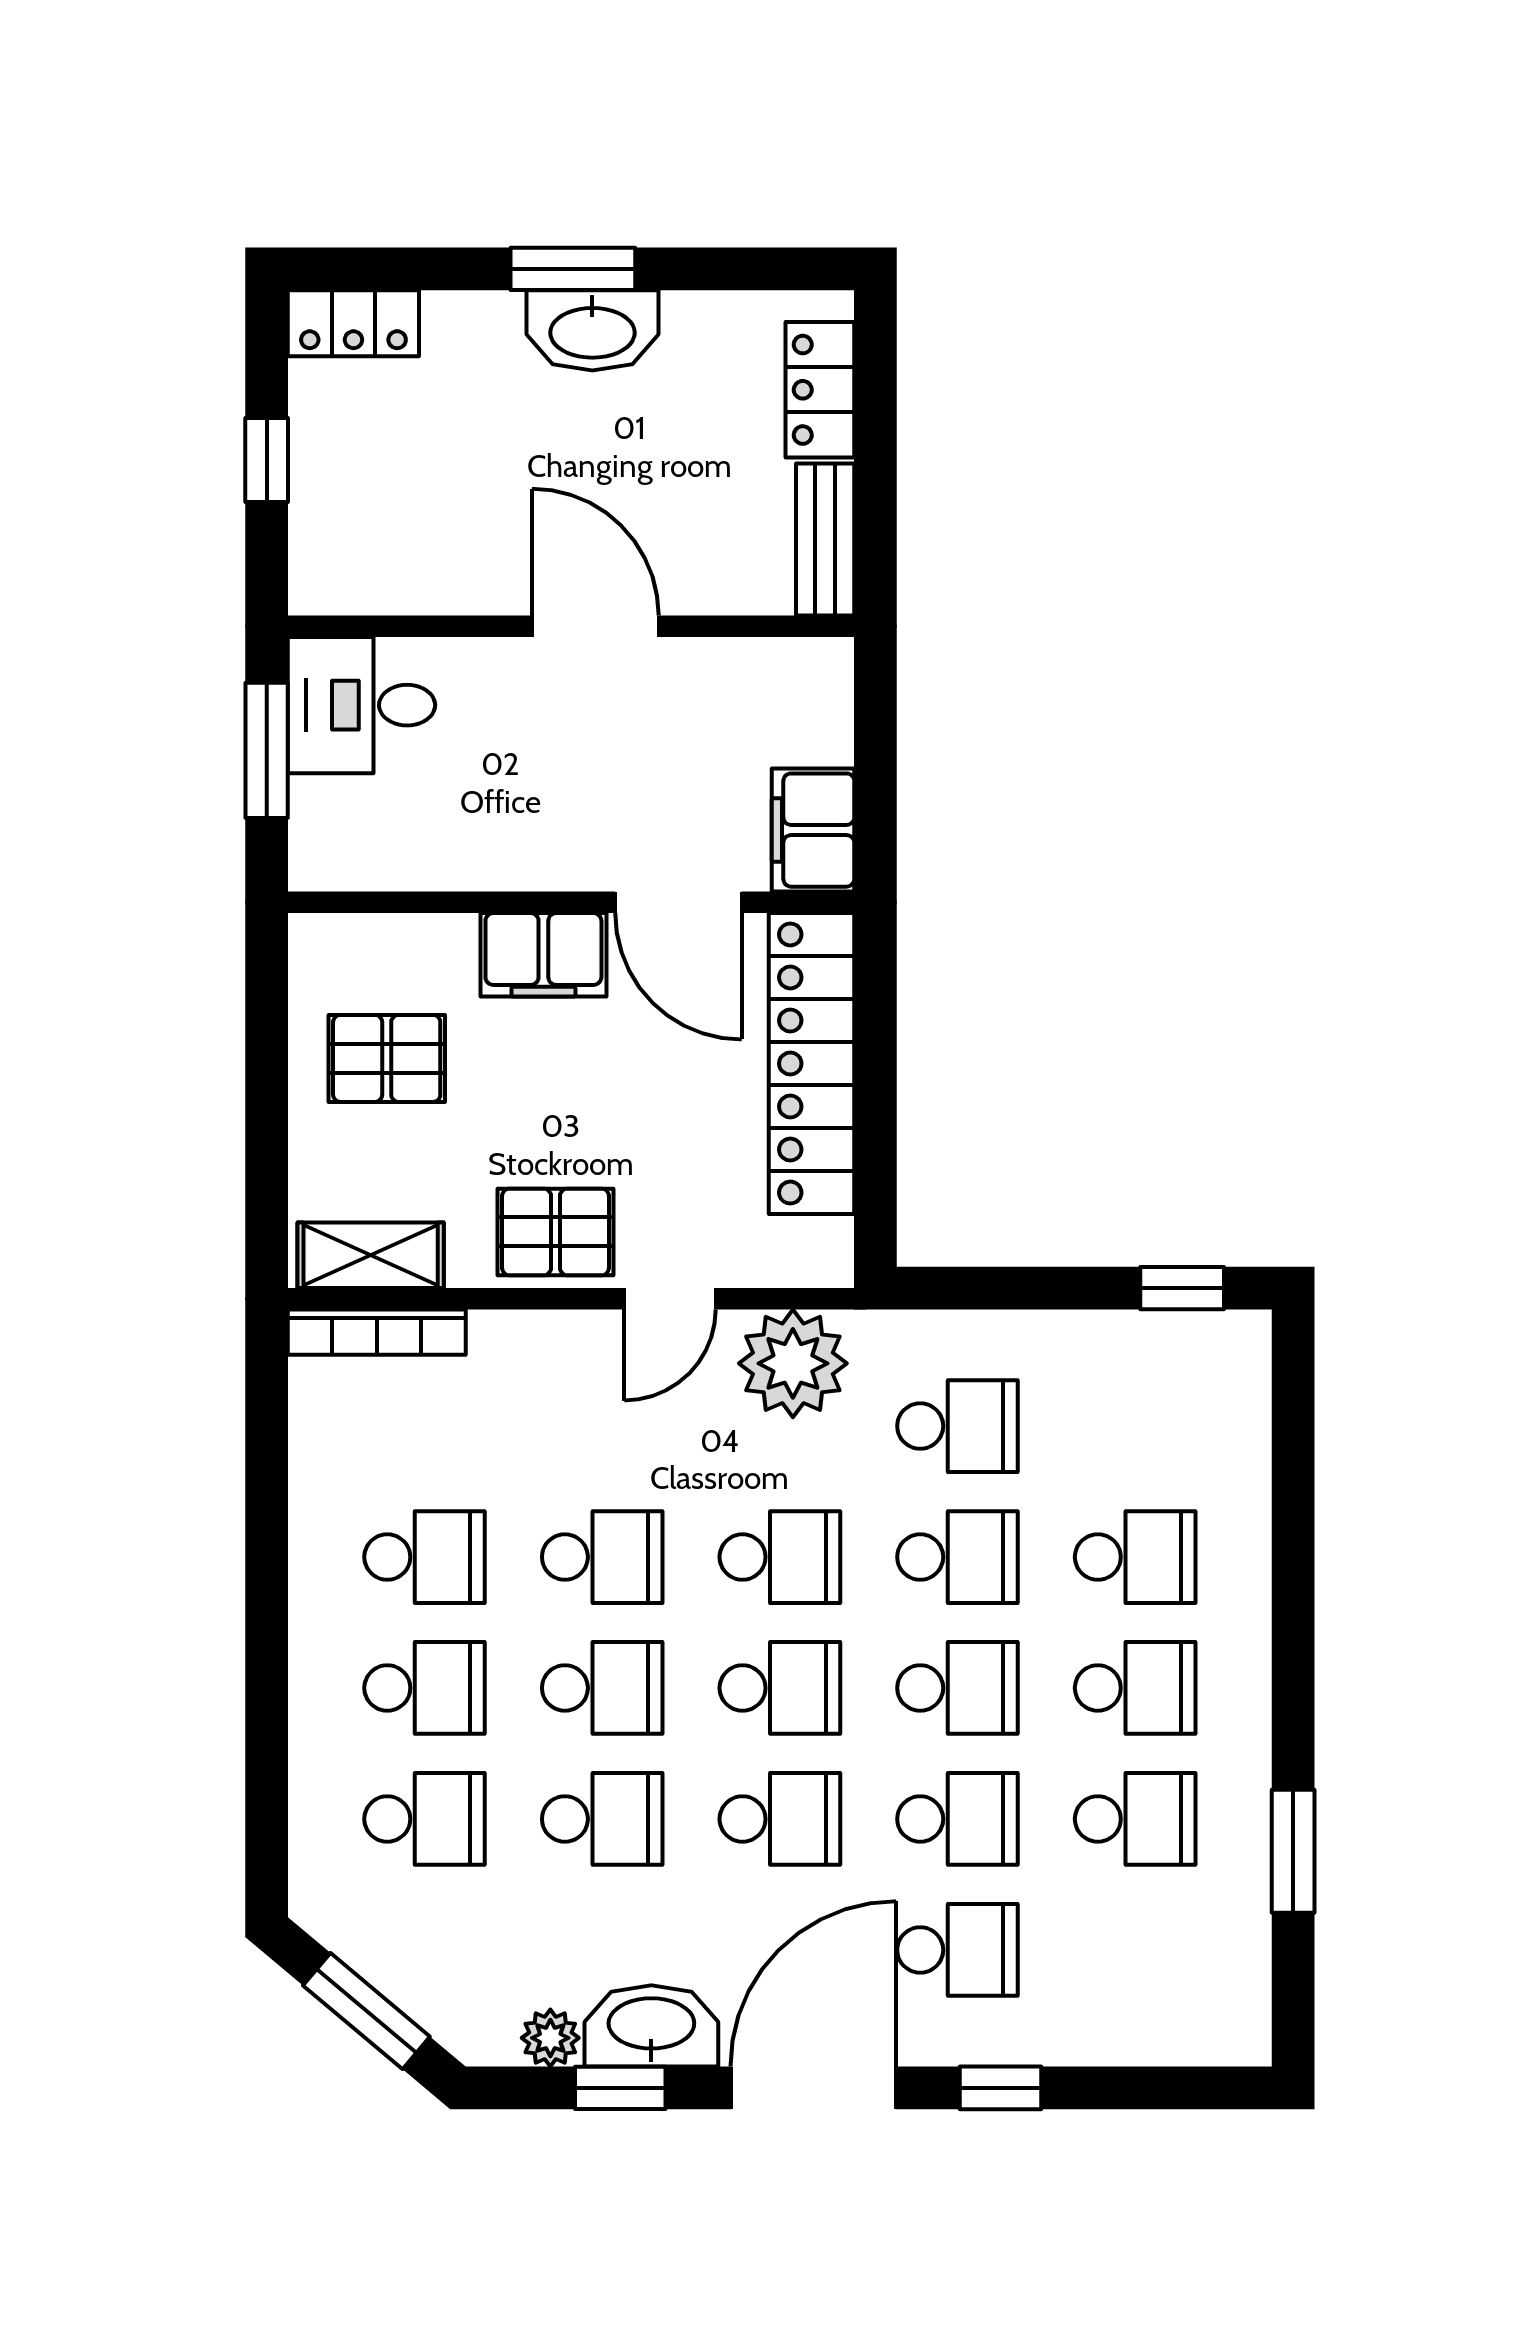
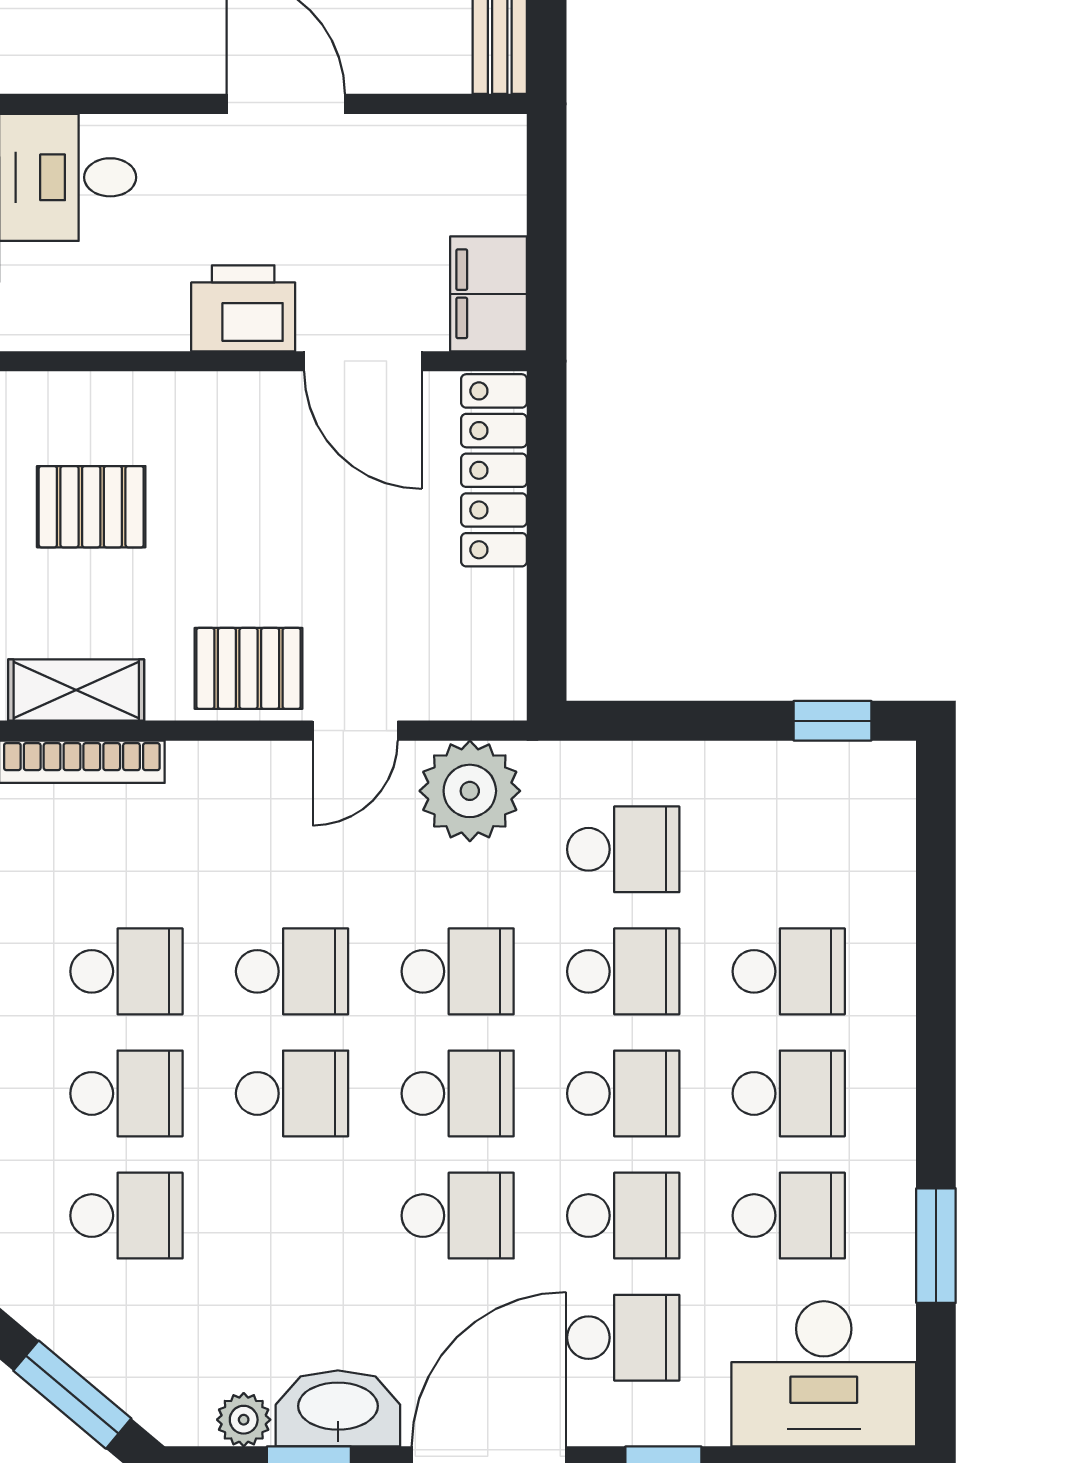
printer: (550, 846) -> (243, 308), added
filing cabinet: (543, 955) -> (237, 410), removed
locker: (812, 1064) -> (494, 470), width x0.71, depth x0.83
school desk: (602, 1819) -> (292, 1216), removed
desk: (1173, 1989) -> (824, 1374), added

